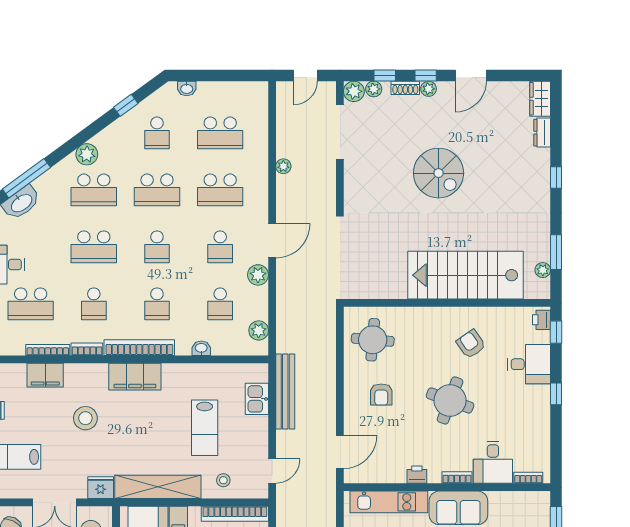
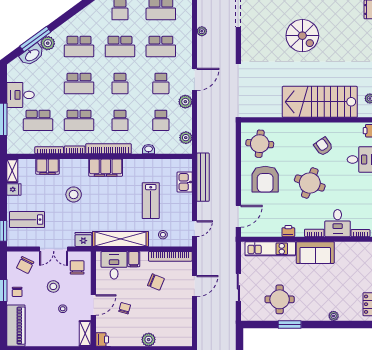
plant: (87, 154) -> (48, 43), moved
school desk: (94, 304) -> (79, 120), width x1.85
armchair: (381, 395) -> (265, 179), width x1.88, depth x1.88

